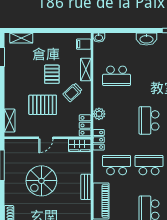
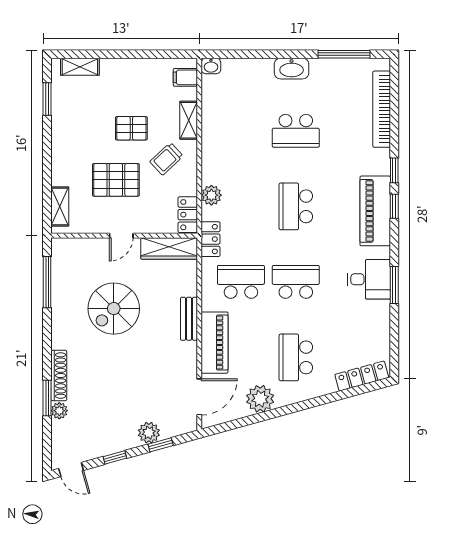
pallet: (52, 74) -> (131, 128), turned 90
school desk: (117, 76) -> (296, 131), moved
wardrobe: (80, 145) -> (169, 248), width x1.50

